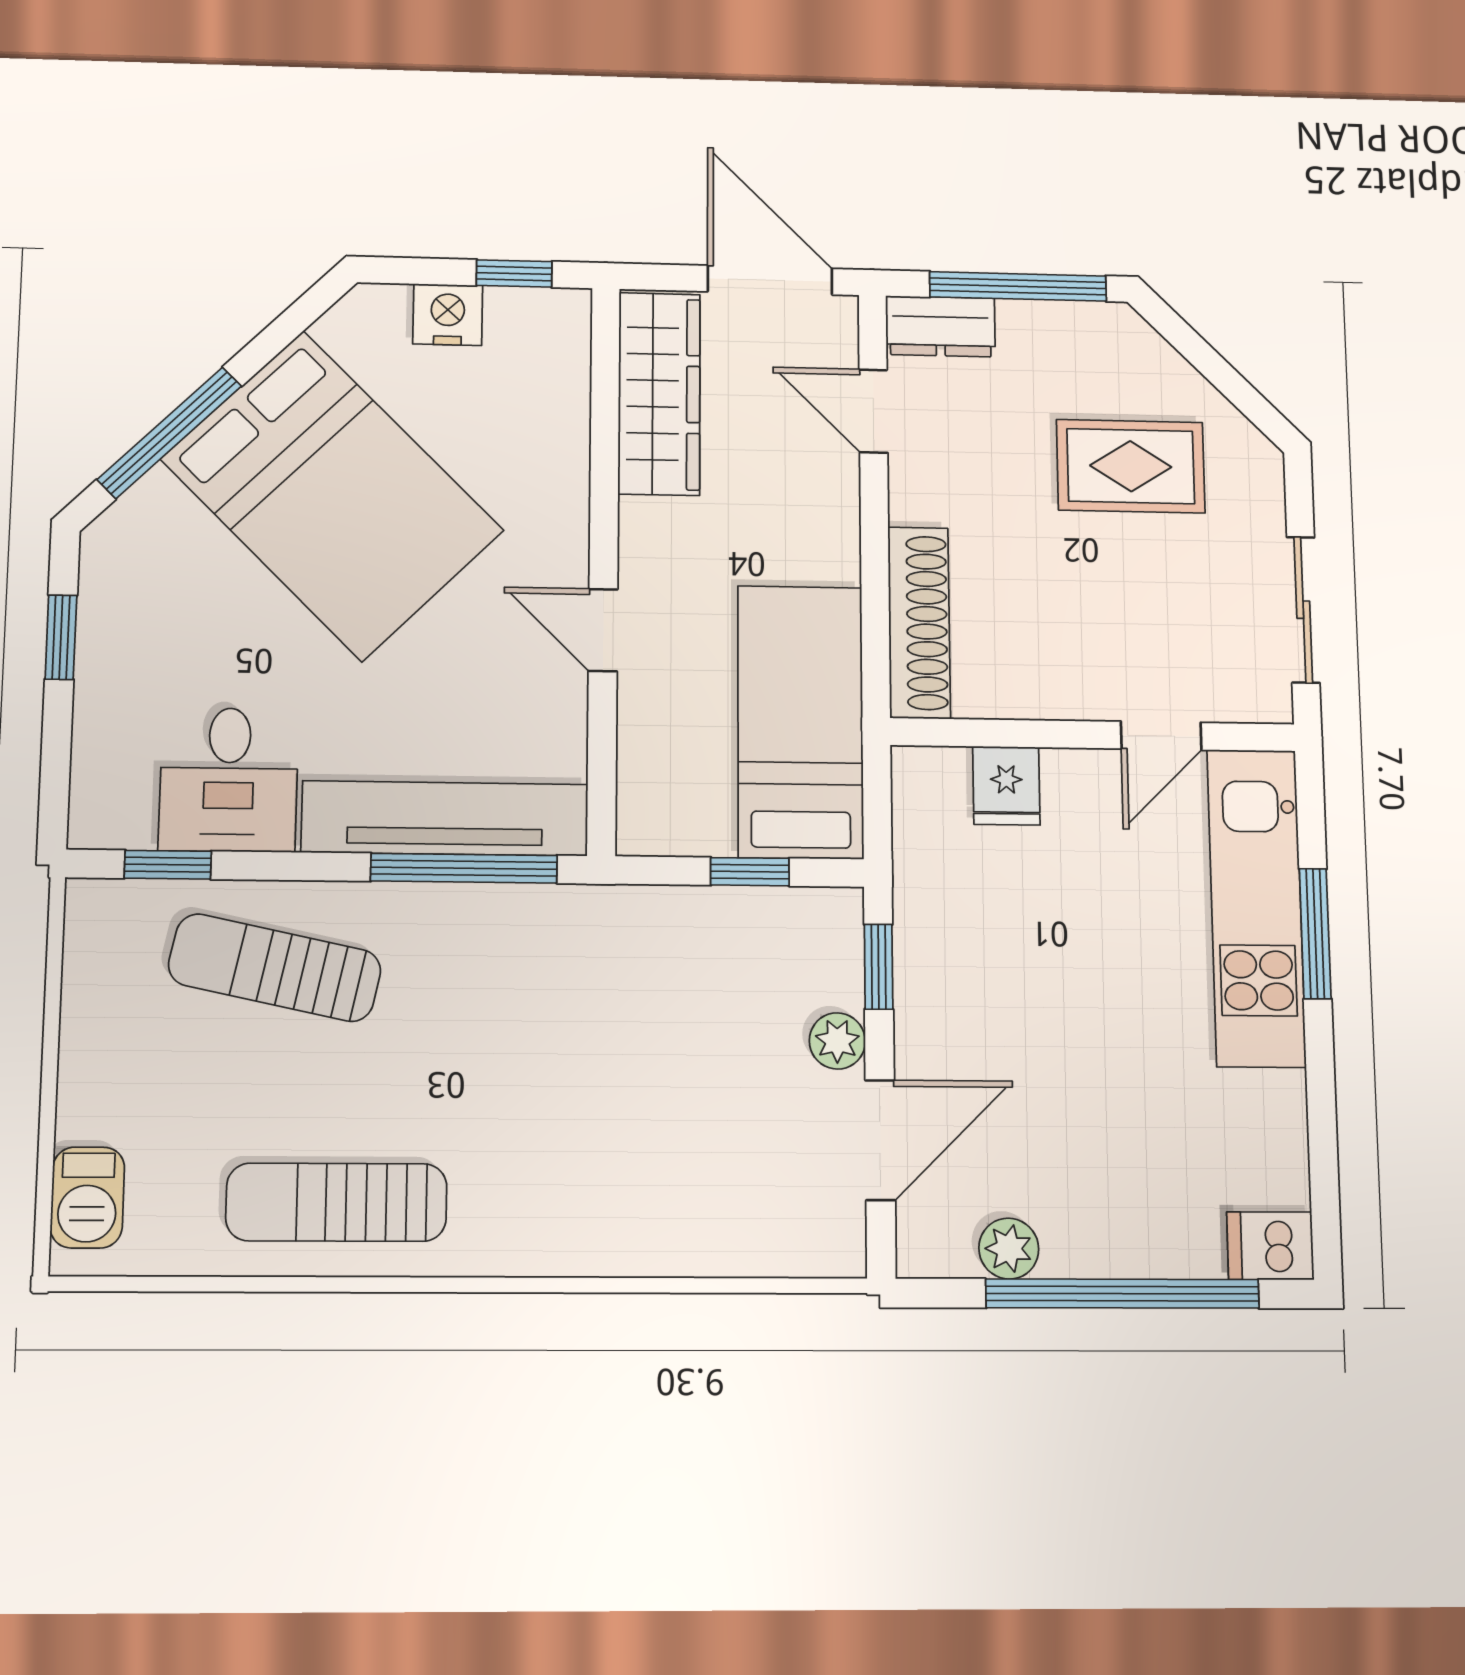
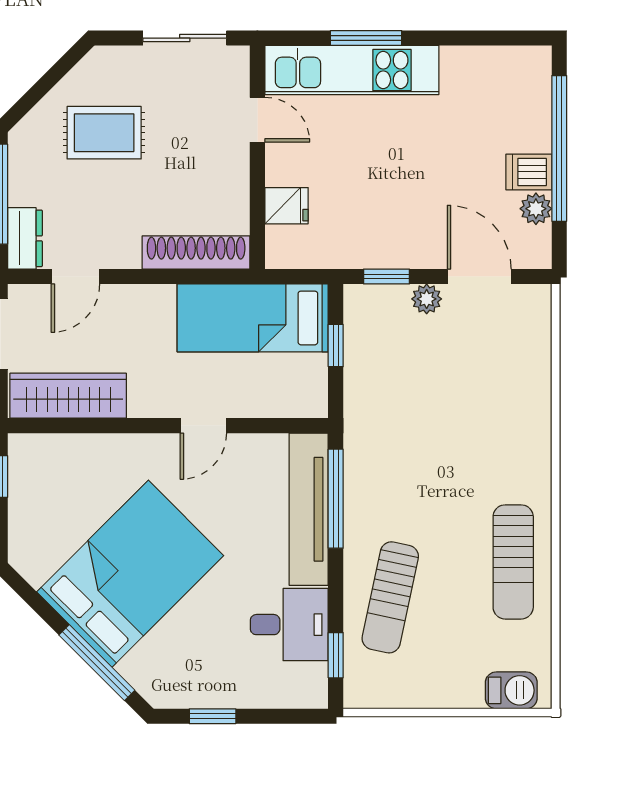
nightstand: (448, 315) -> (25, 513), removed
rug: (1131, 466) -> (104, 133), turned 90
dishwasher: (1270, 1246) -> (529, 172), moved, turned 90

